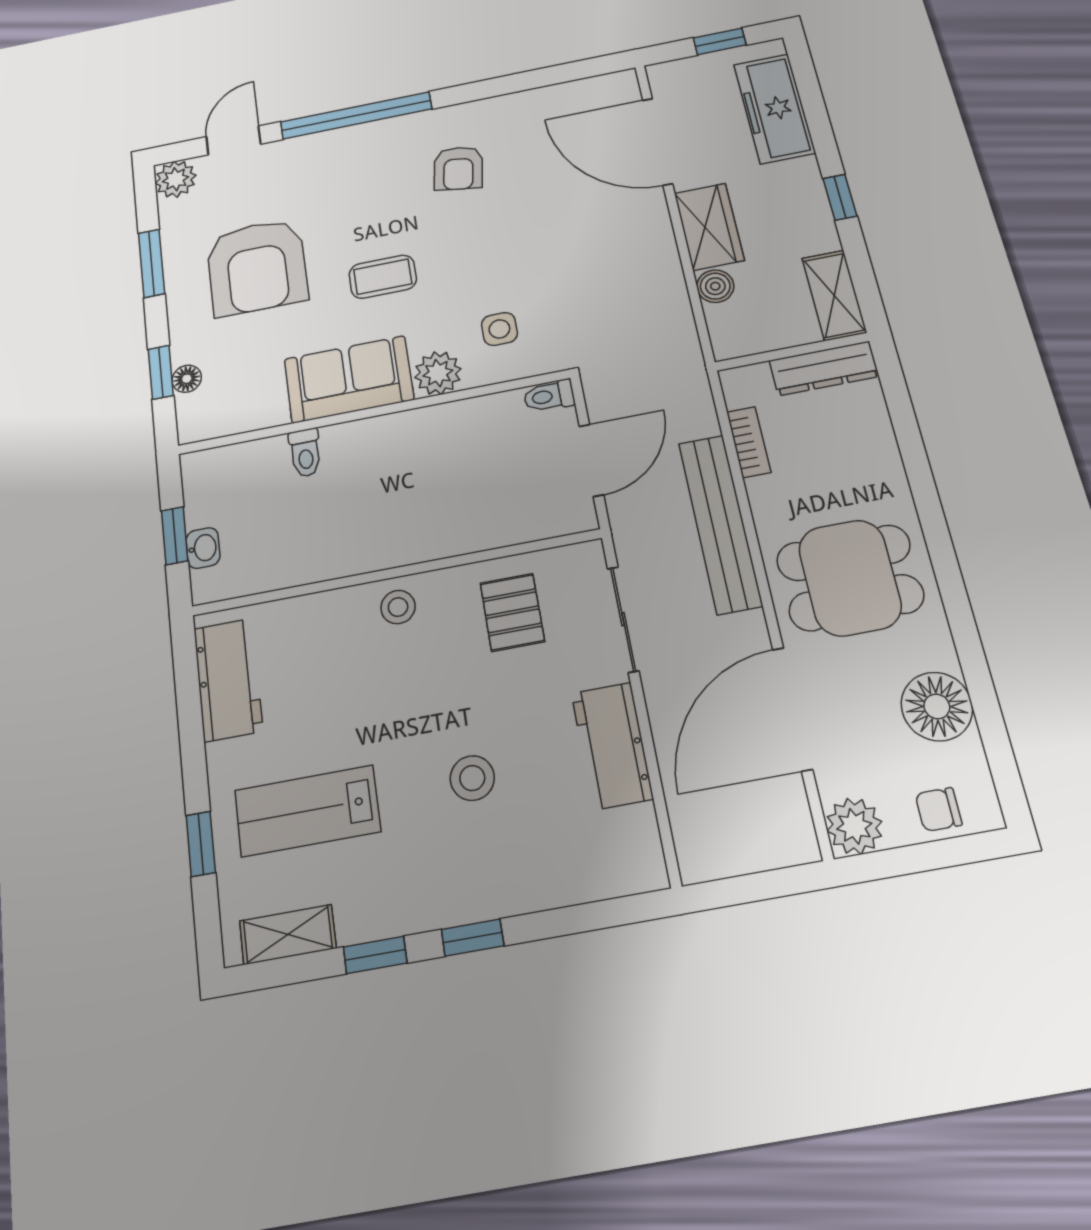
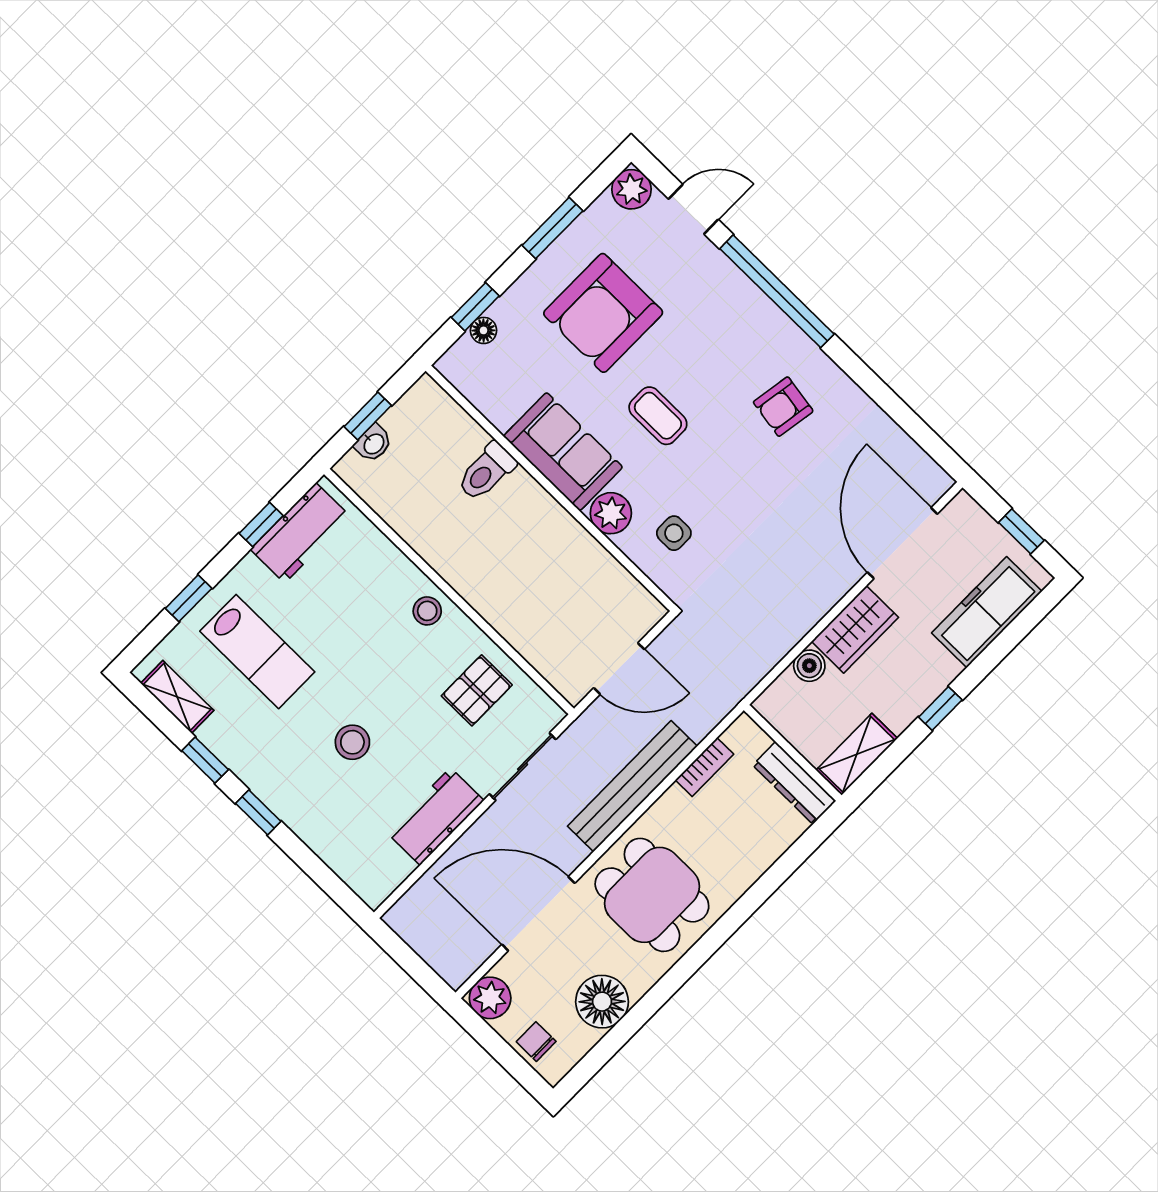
toilet: (549, 396) -> (646, 606), removed
toilet: (305, 453) -> (486, 472), width x1.37, depth x1.39
window: (190, 713) -> (261, 525), added
lab bench: (307, 811) -> (257, 652), turned 180

